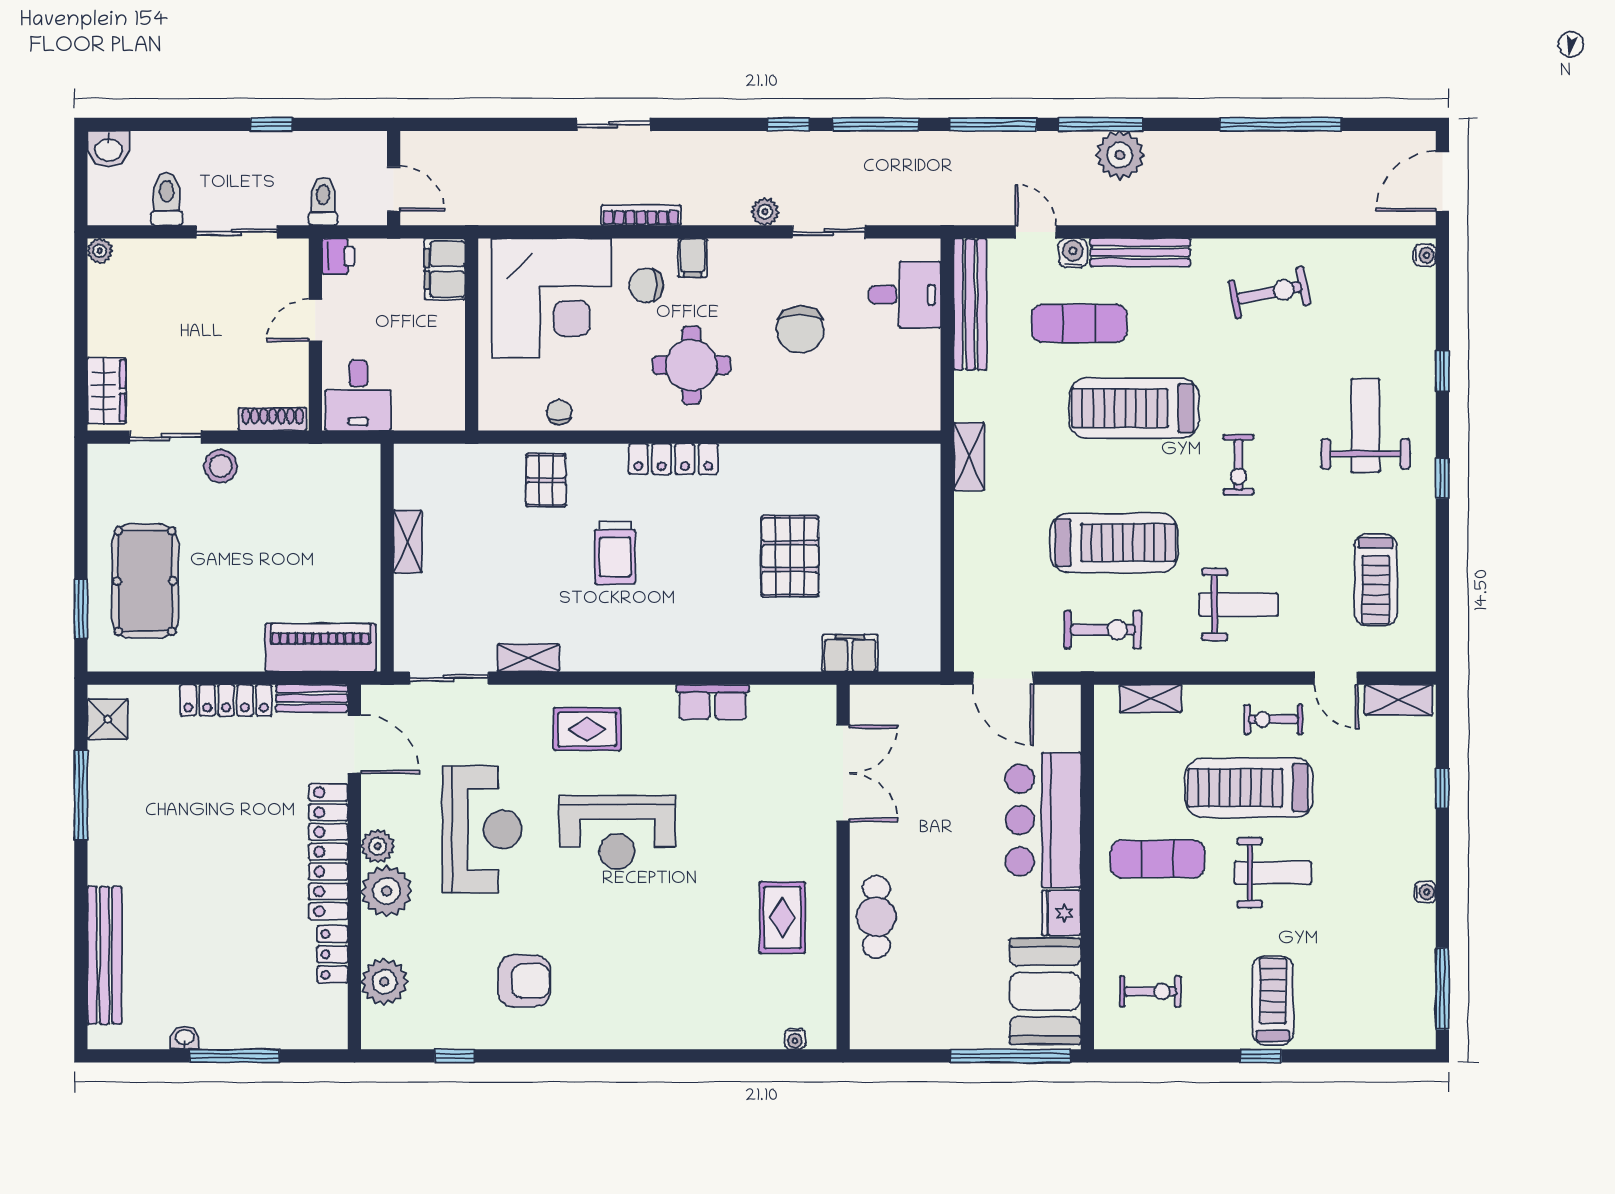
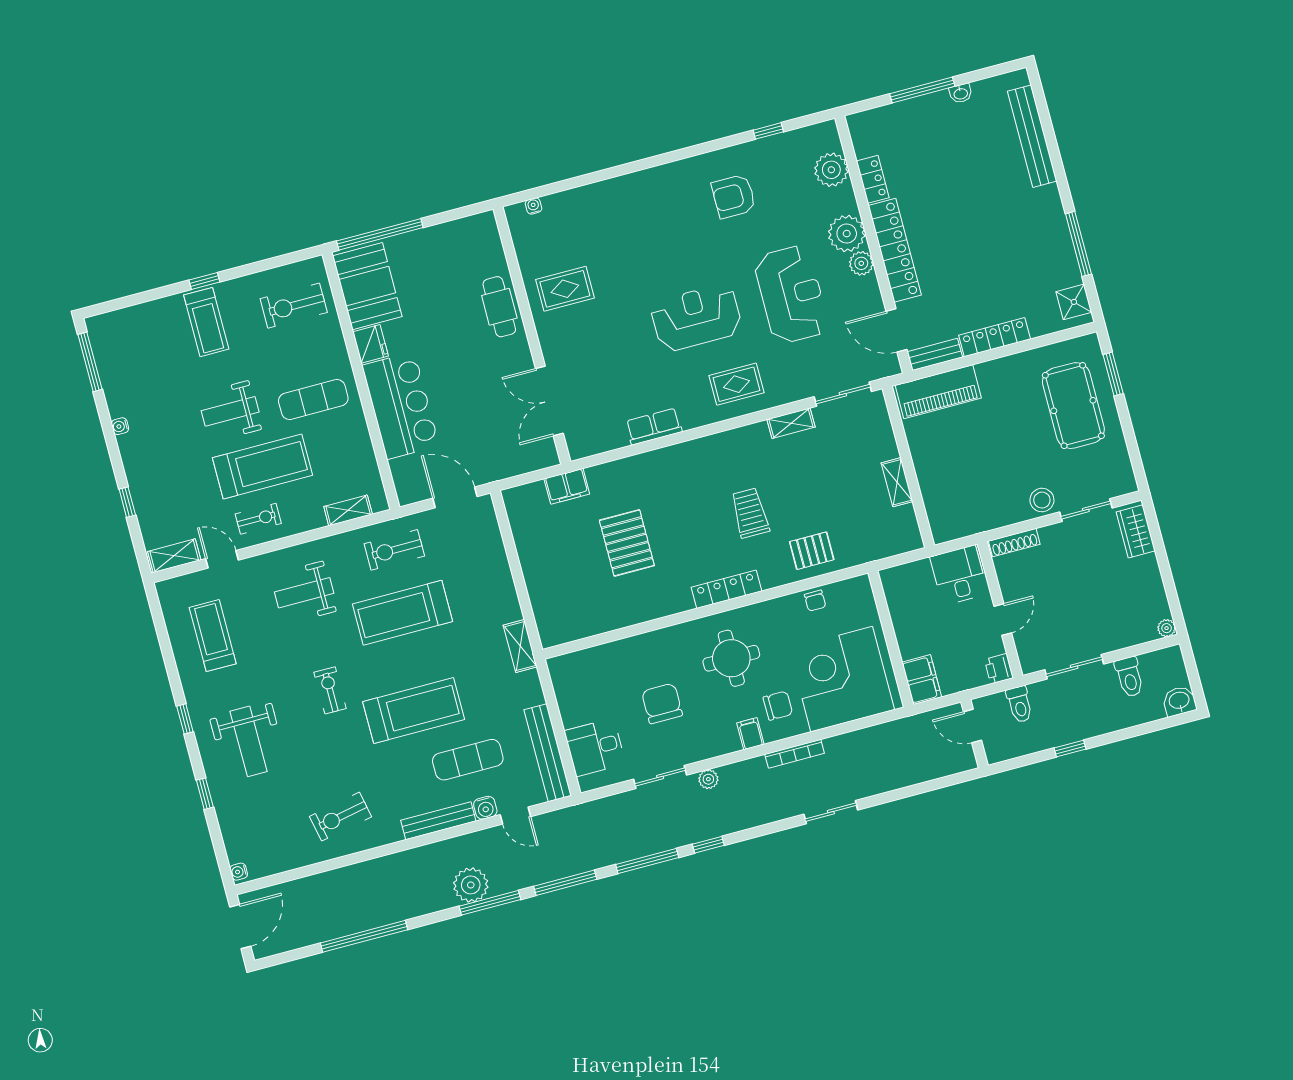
pallet: (546, 480) -> (812, 551), turned 90
reception desk: (482, 829) -> (791, 295), turned 180
rug: (782, 917) -> (565, 289), turned 90
exercise bike: (1150, 991) -> (294, 306), width x1.38, depth x1.39

